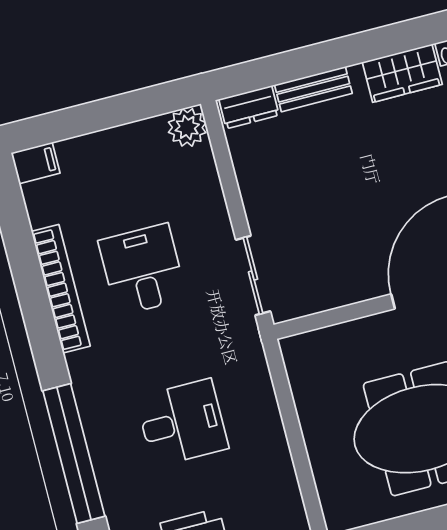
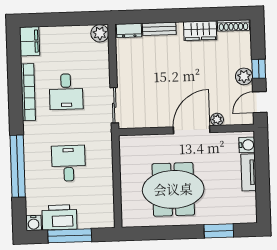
filing cabinet: (36, 163) -> (30, 41), width x2.00
desk: (143, 270) -> (66, 92), turned 180
desk: (182, 423) -> (68, 163), turned -90

